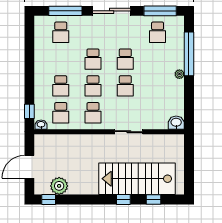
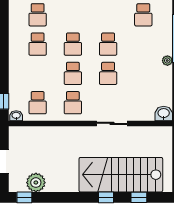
school desk: (61, 86) -> (38, 44), moved

